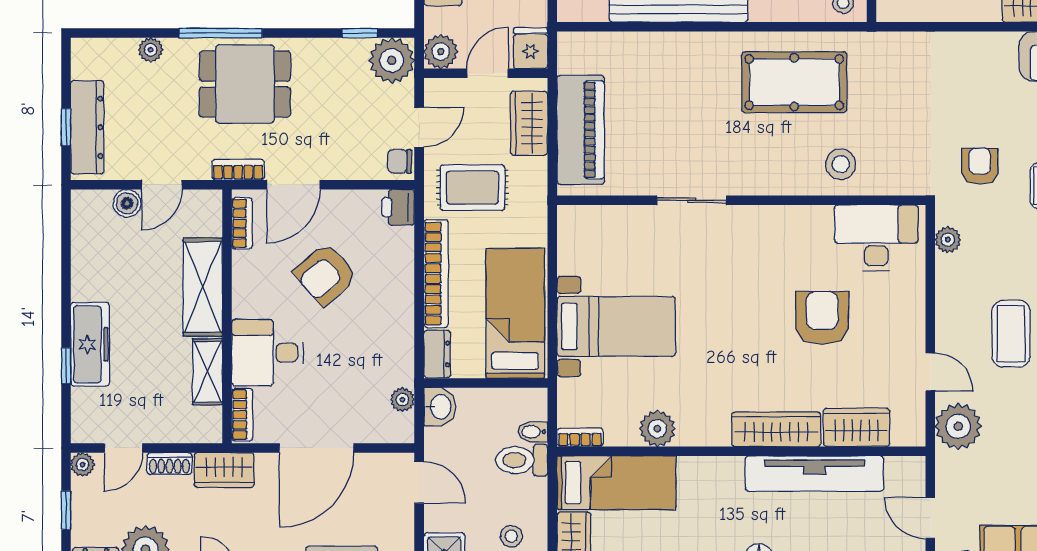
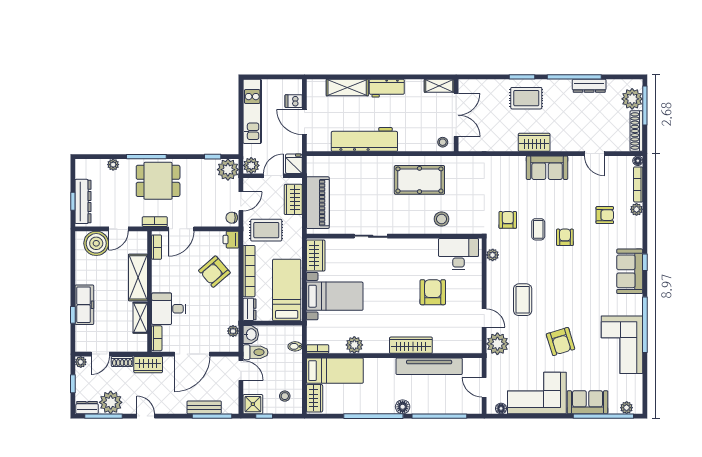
boiler: (127, 203) -> (96, 243), width x1.86, depth x1.86
armchair: (325, 274) -> (214, 272), moved
wardrobe: (857, 427) -> (316, 256), moved, turned 90
toilet: (522, 460) -> (256, 352), moved, turned 180

